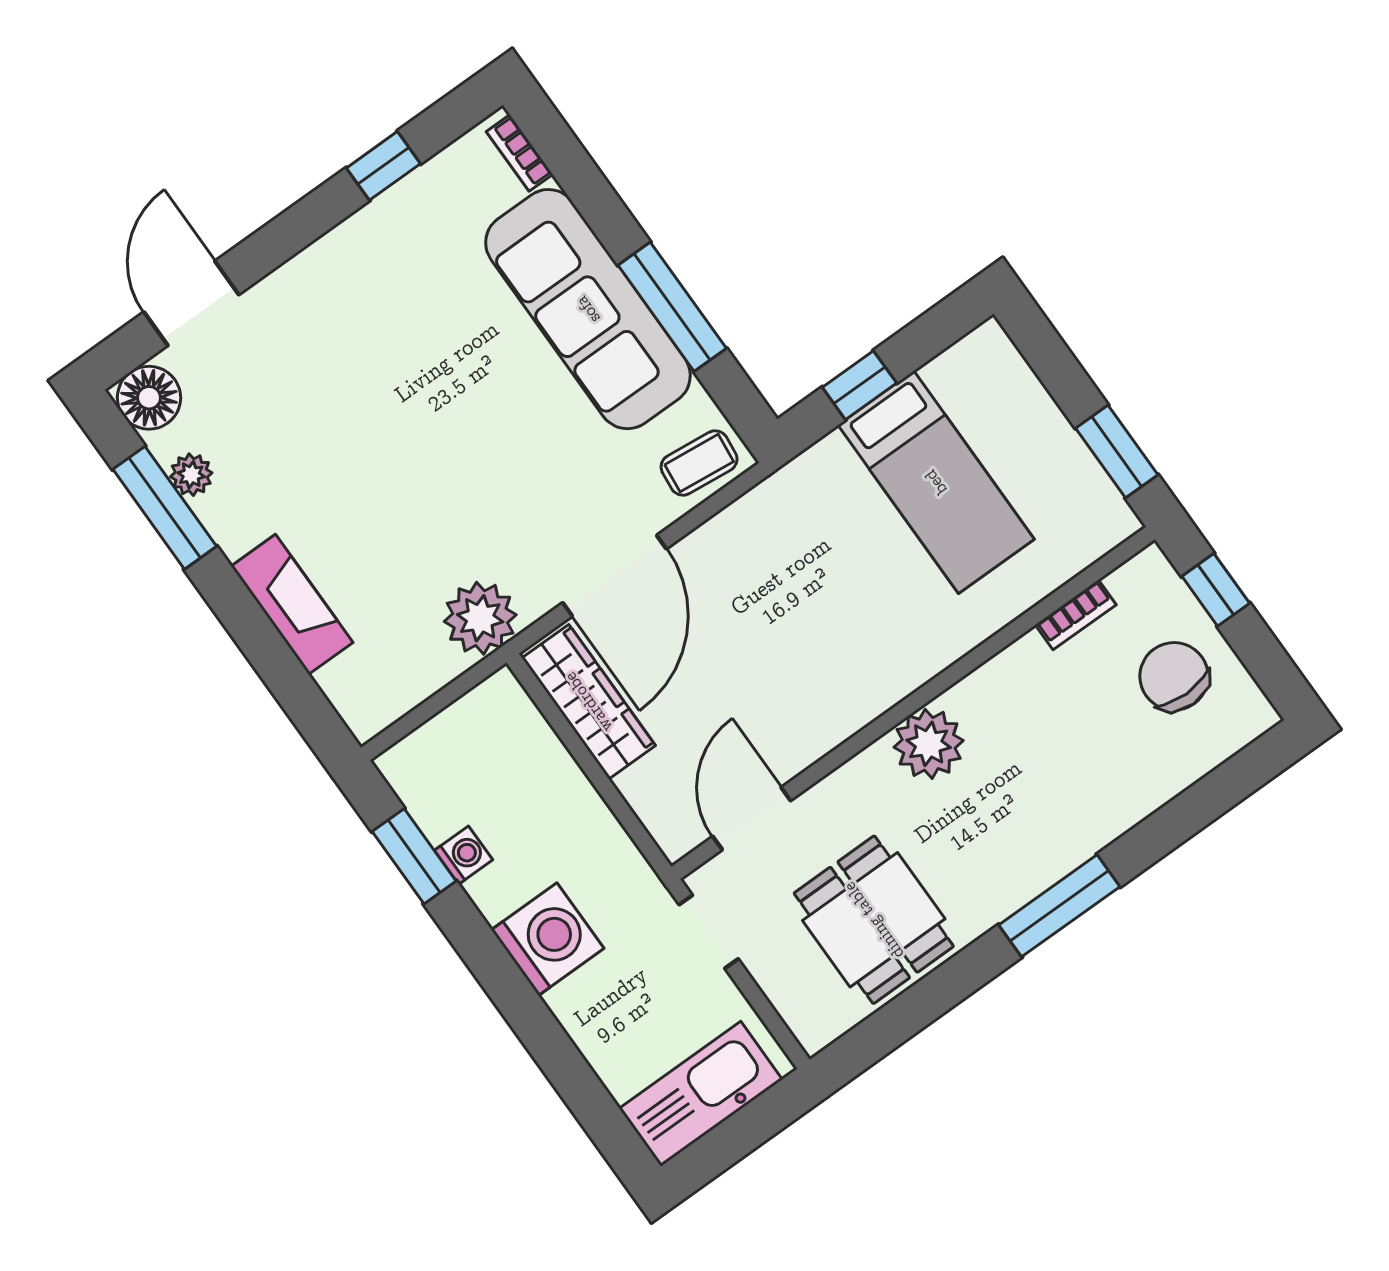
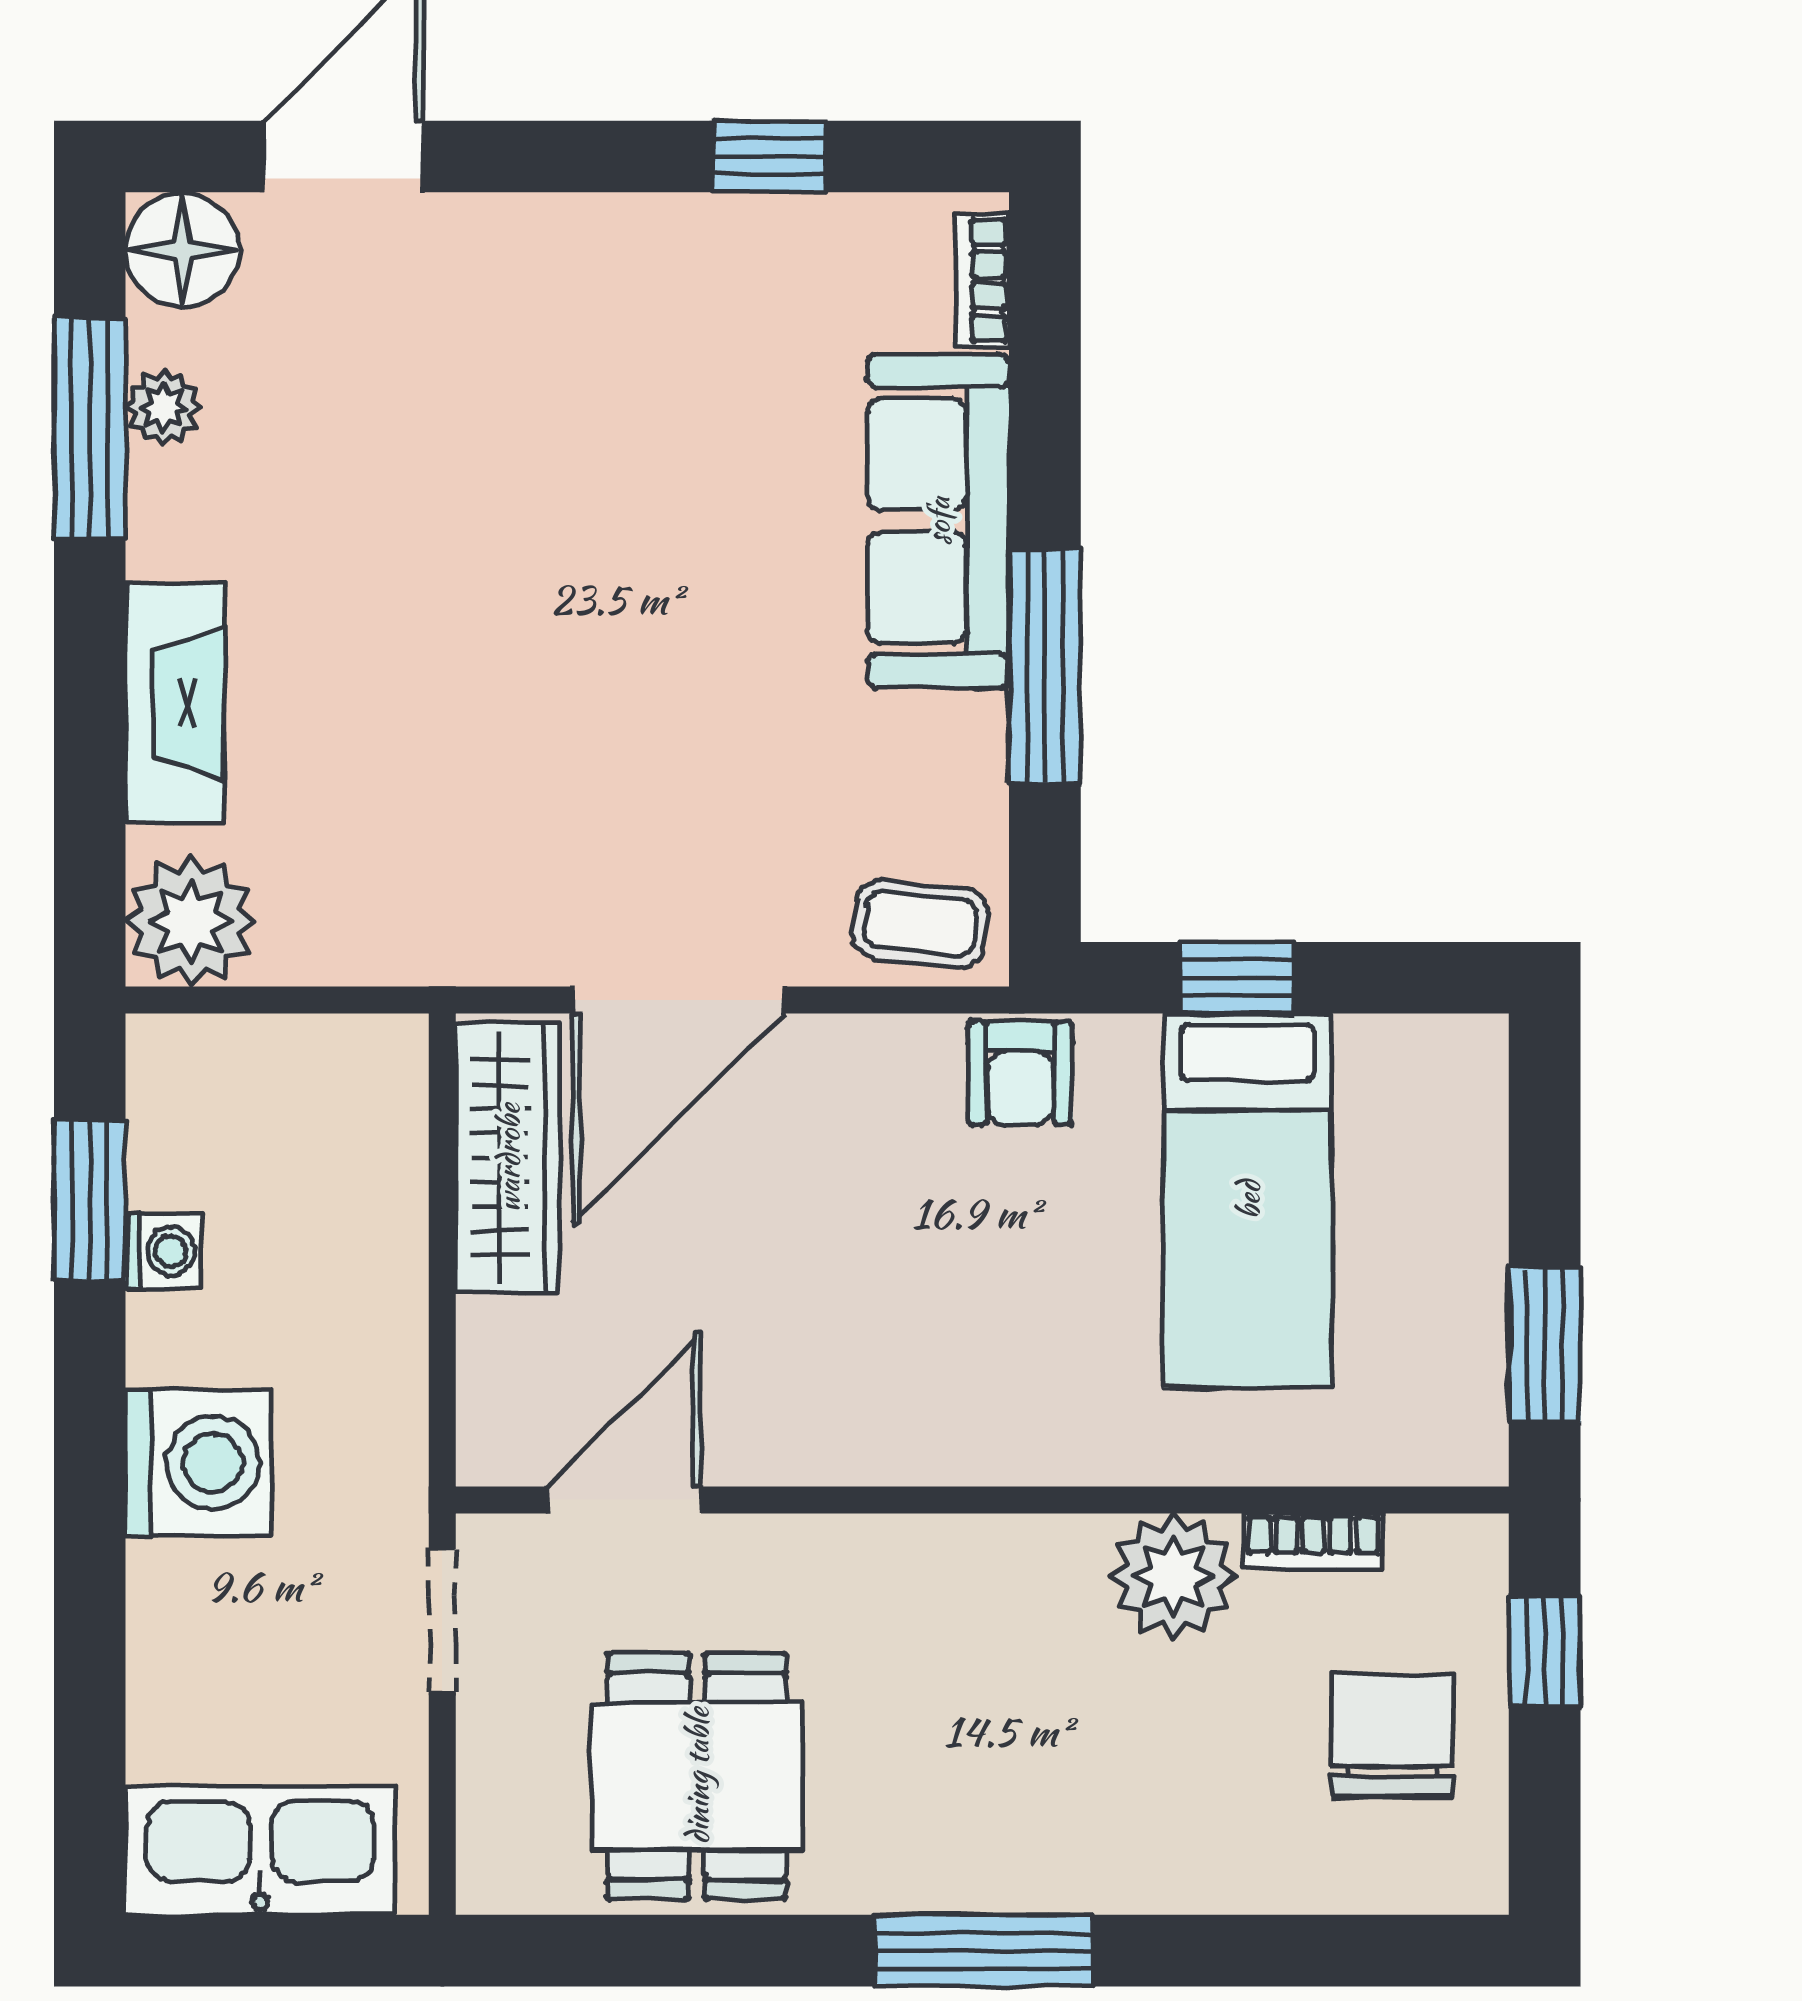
sofa: (588, 309) -> (938, 521), width x0.74, depth x0.79
armchair: (793, 498) -> (1021, 1073), added
plant: (480, 618) -> (191, 921), moved
plant: (929, 744) -> (1173, 1576), moved

